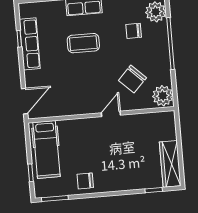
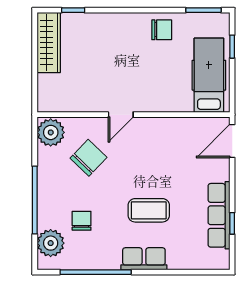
chair: (134, 31) -> (82, 221), turned -90

